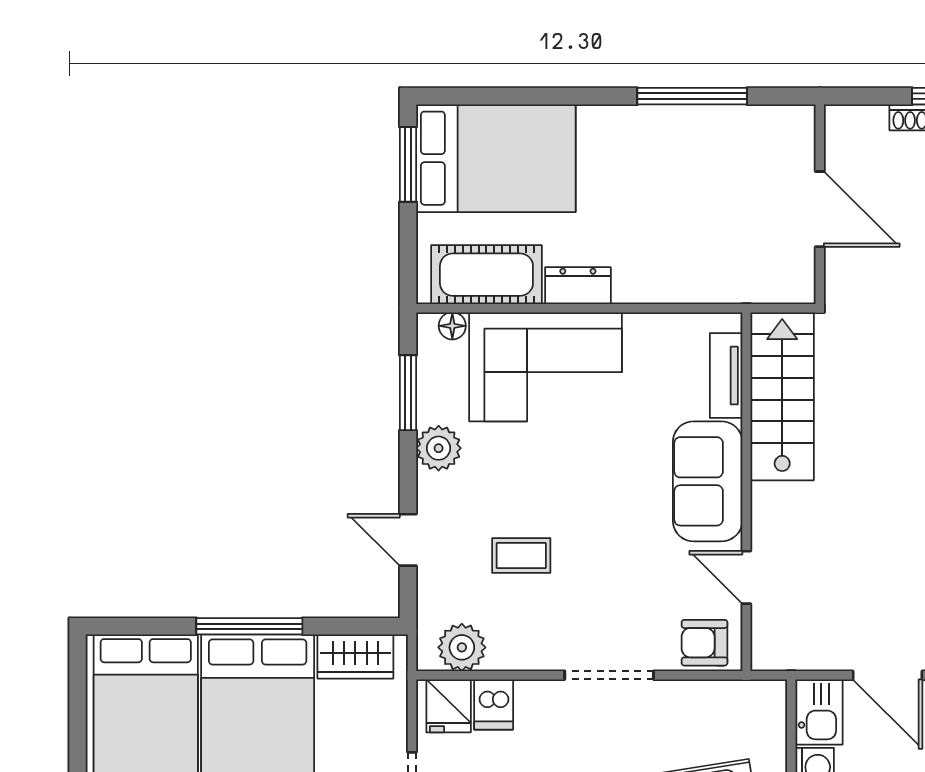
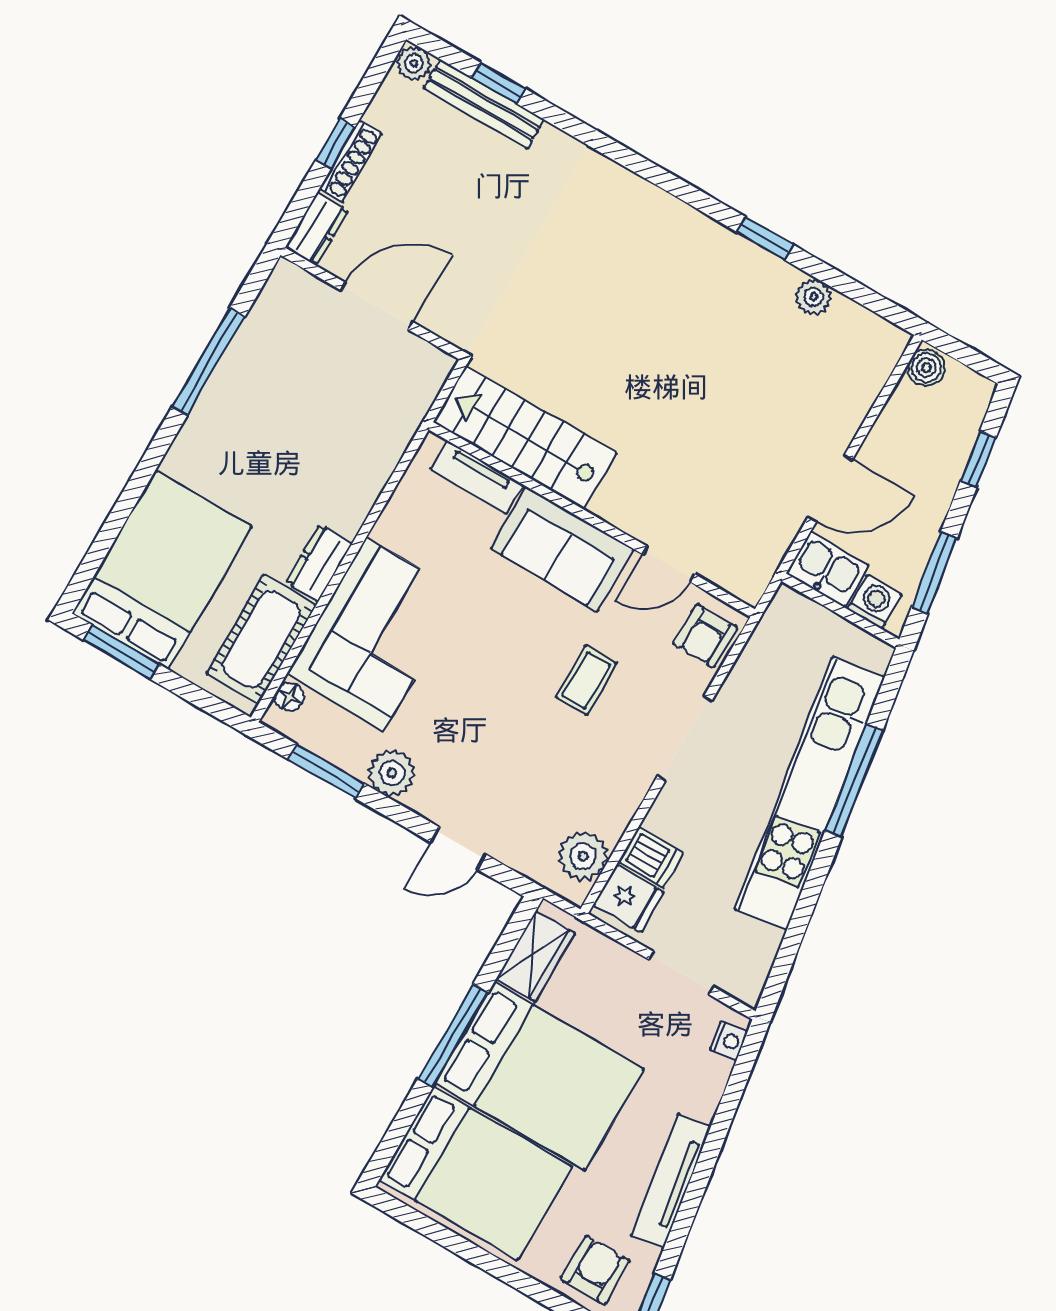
dresser: (855, 122) -> (317, 229), added
coffee table: (521, 555) -> (586, 680), moved

